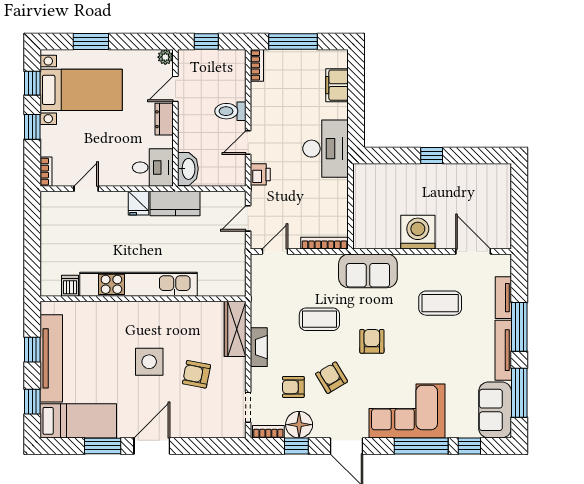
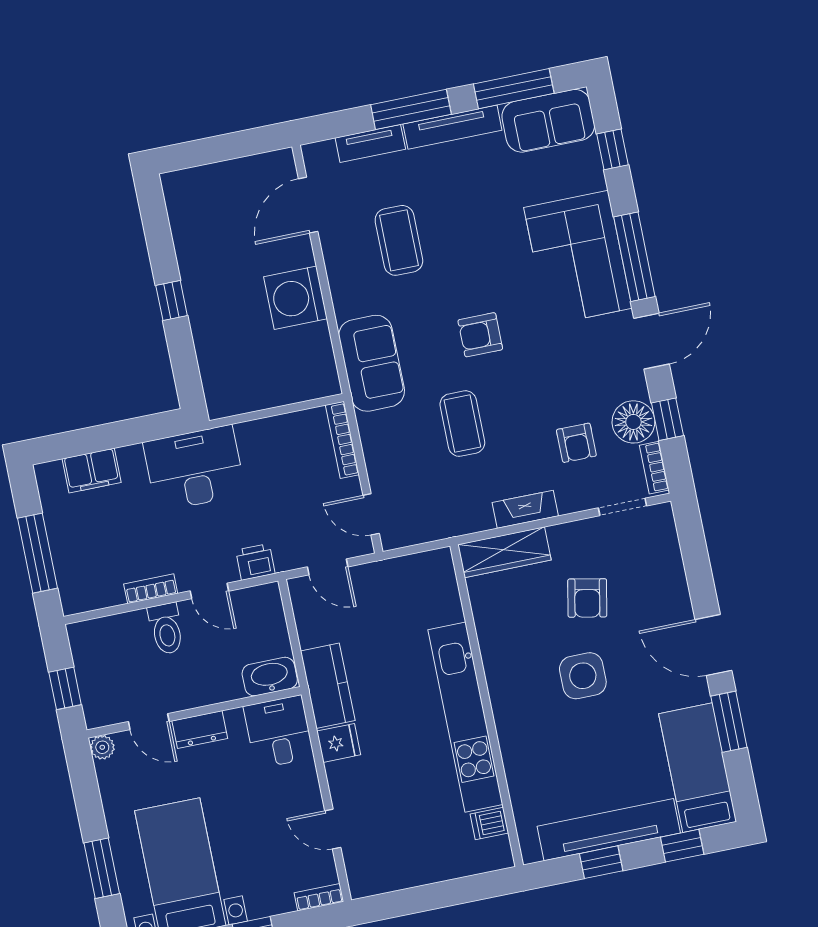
bookcase: (257, 65) -> (151, 589), moved
armchair: (332, 378) -> (550, 386), removed
window: (421, 446) -> (634, 257), moved

